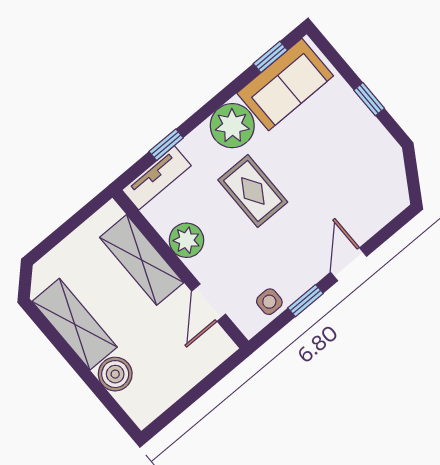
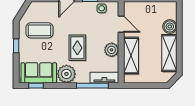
window: (166, 145) -> (92, 86), width x2.17
coffee table: (350, 164) -> (40, 30), added
door: (209, 303) -> (121, 24), hinge flipped

